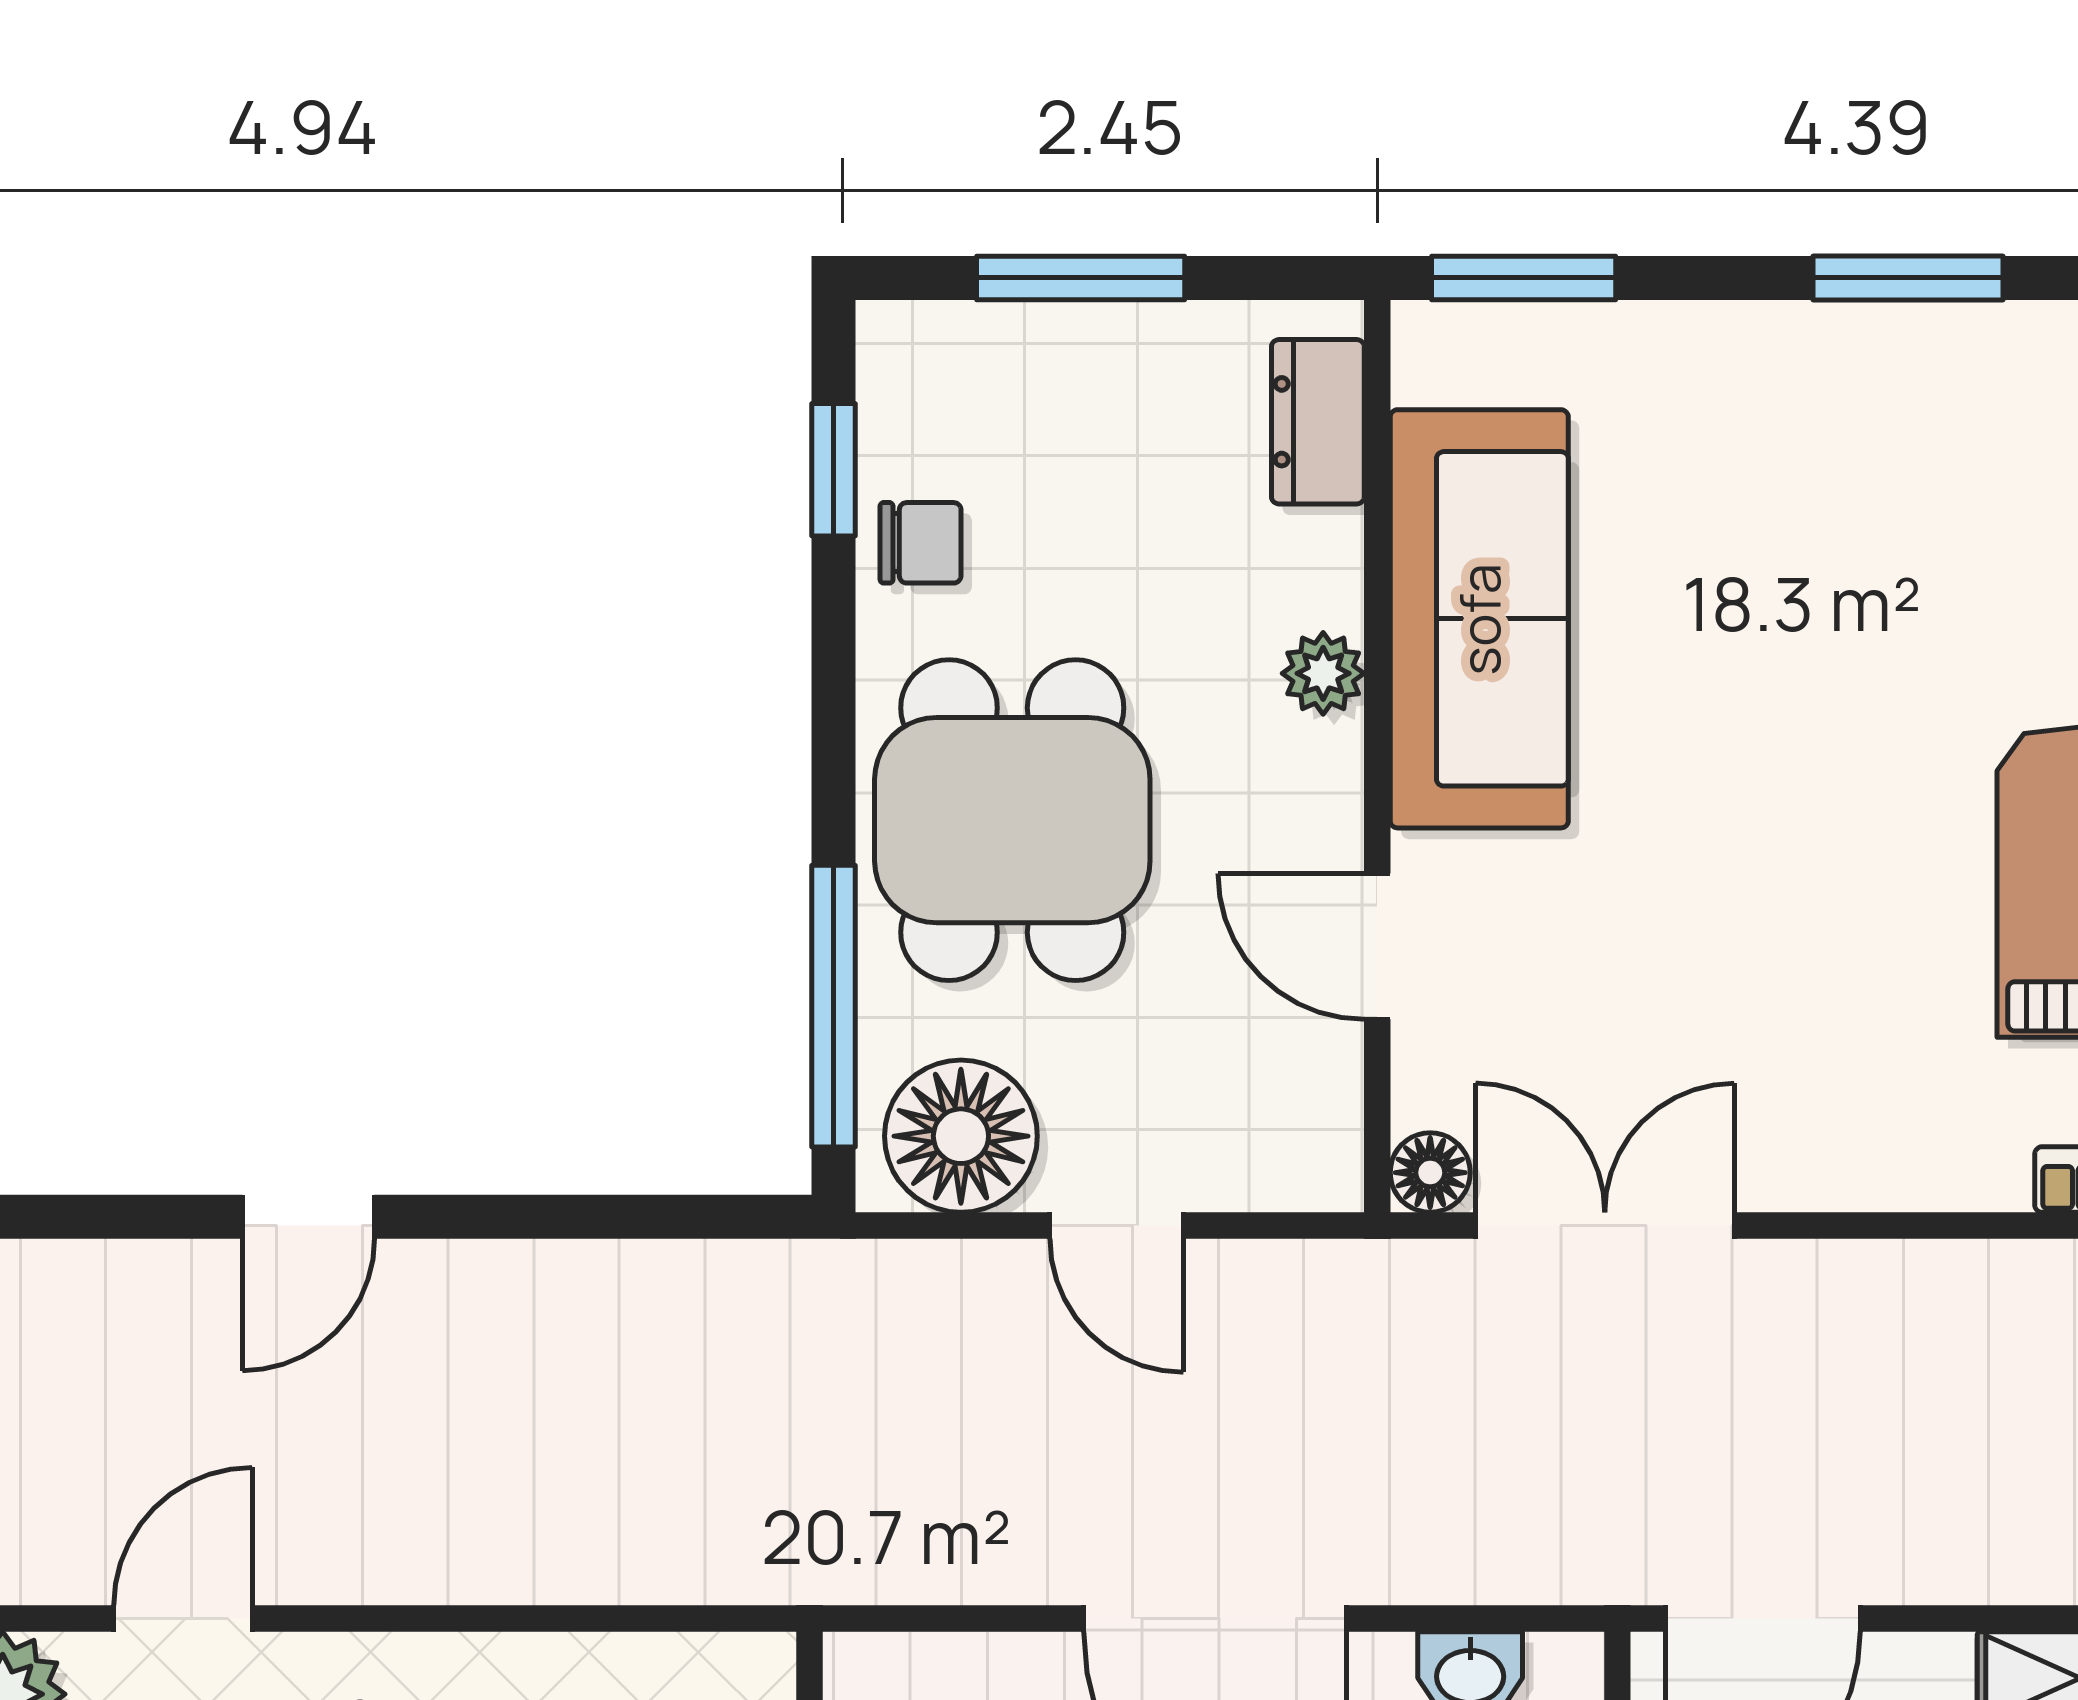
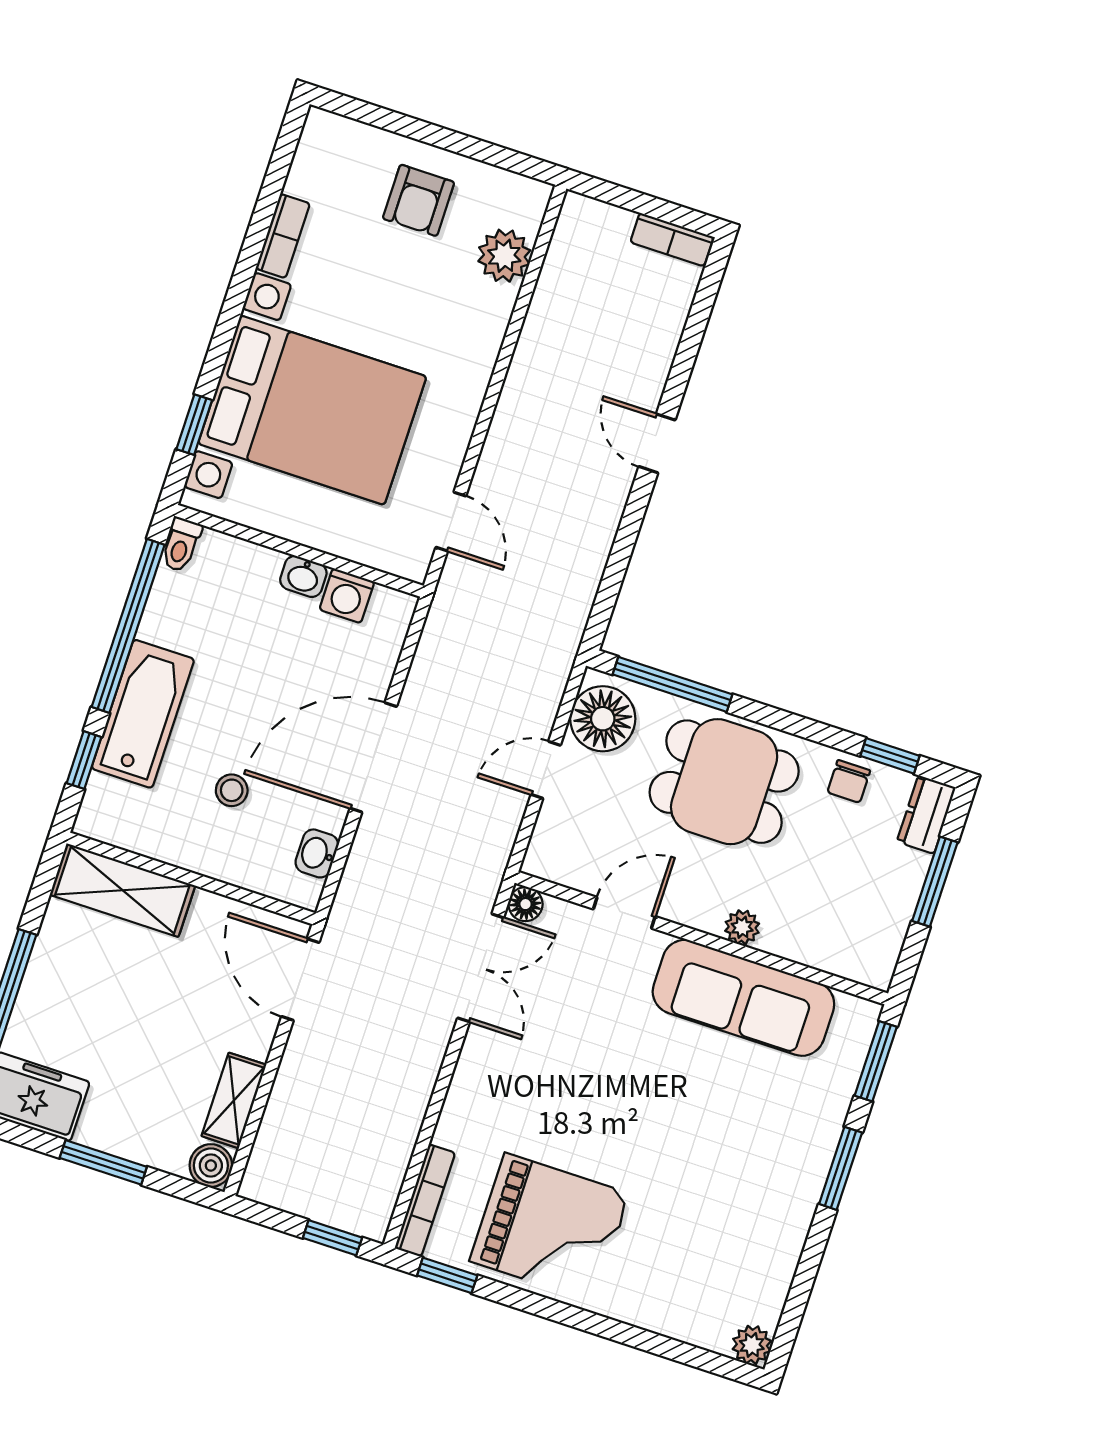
window: (1908, 278) -> (841, 1168), moved
dresser: (1318, 422) -> (926, 815), moved, turned -90
door: (183, 1619) -> (451, 522), moved

